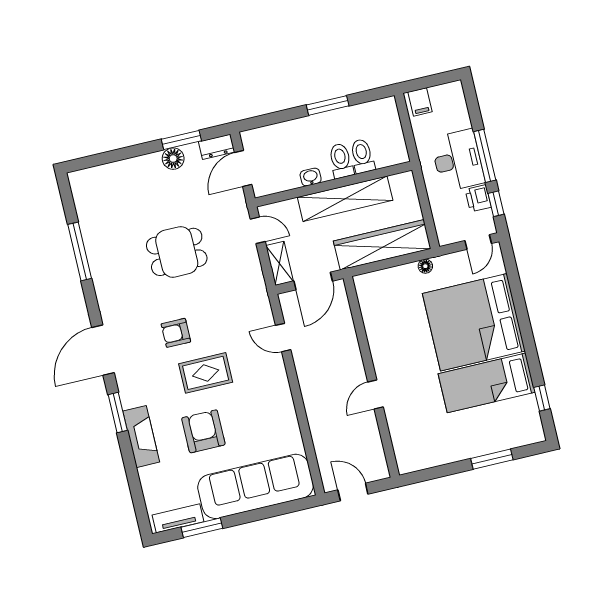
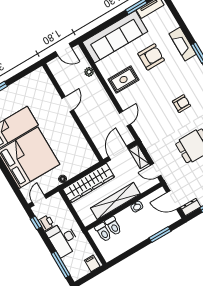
window: (328, 105) -> (160, 234), moved
window: (485, 156) -> (61, 264), moved
toilet: (341, 161) -> (103, 232), moved
door: (243, 169) -> (173, 200), swing flipped
door: (283, 338) -> (125, 119), hinge flipped
rug: (206, 373) -> (124, 80), moved
armchair: (203, 431) -> (151, 57), turned -90
plant: (320, 439) -> (89, 72), added

